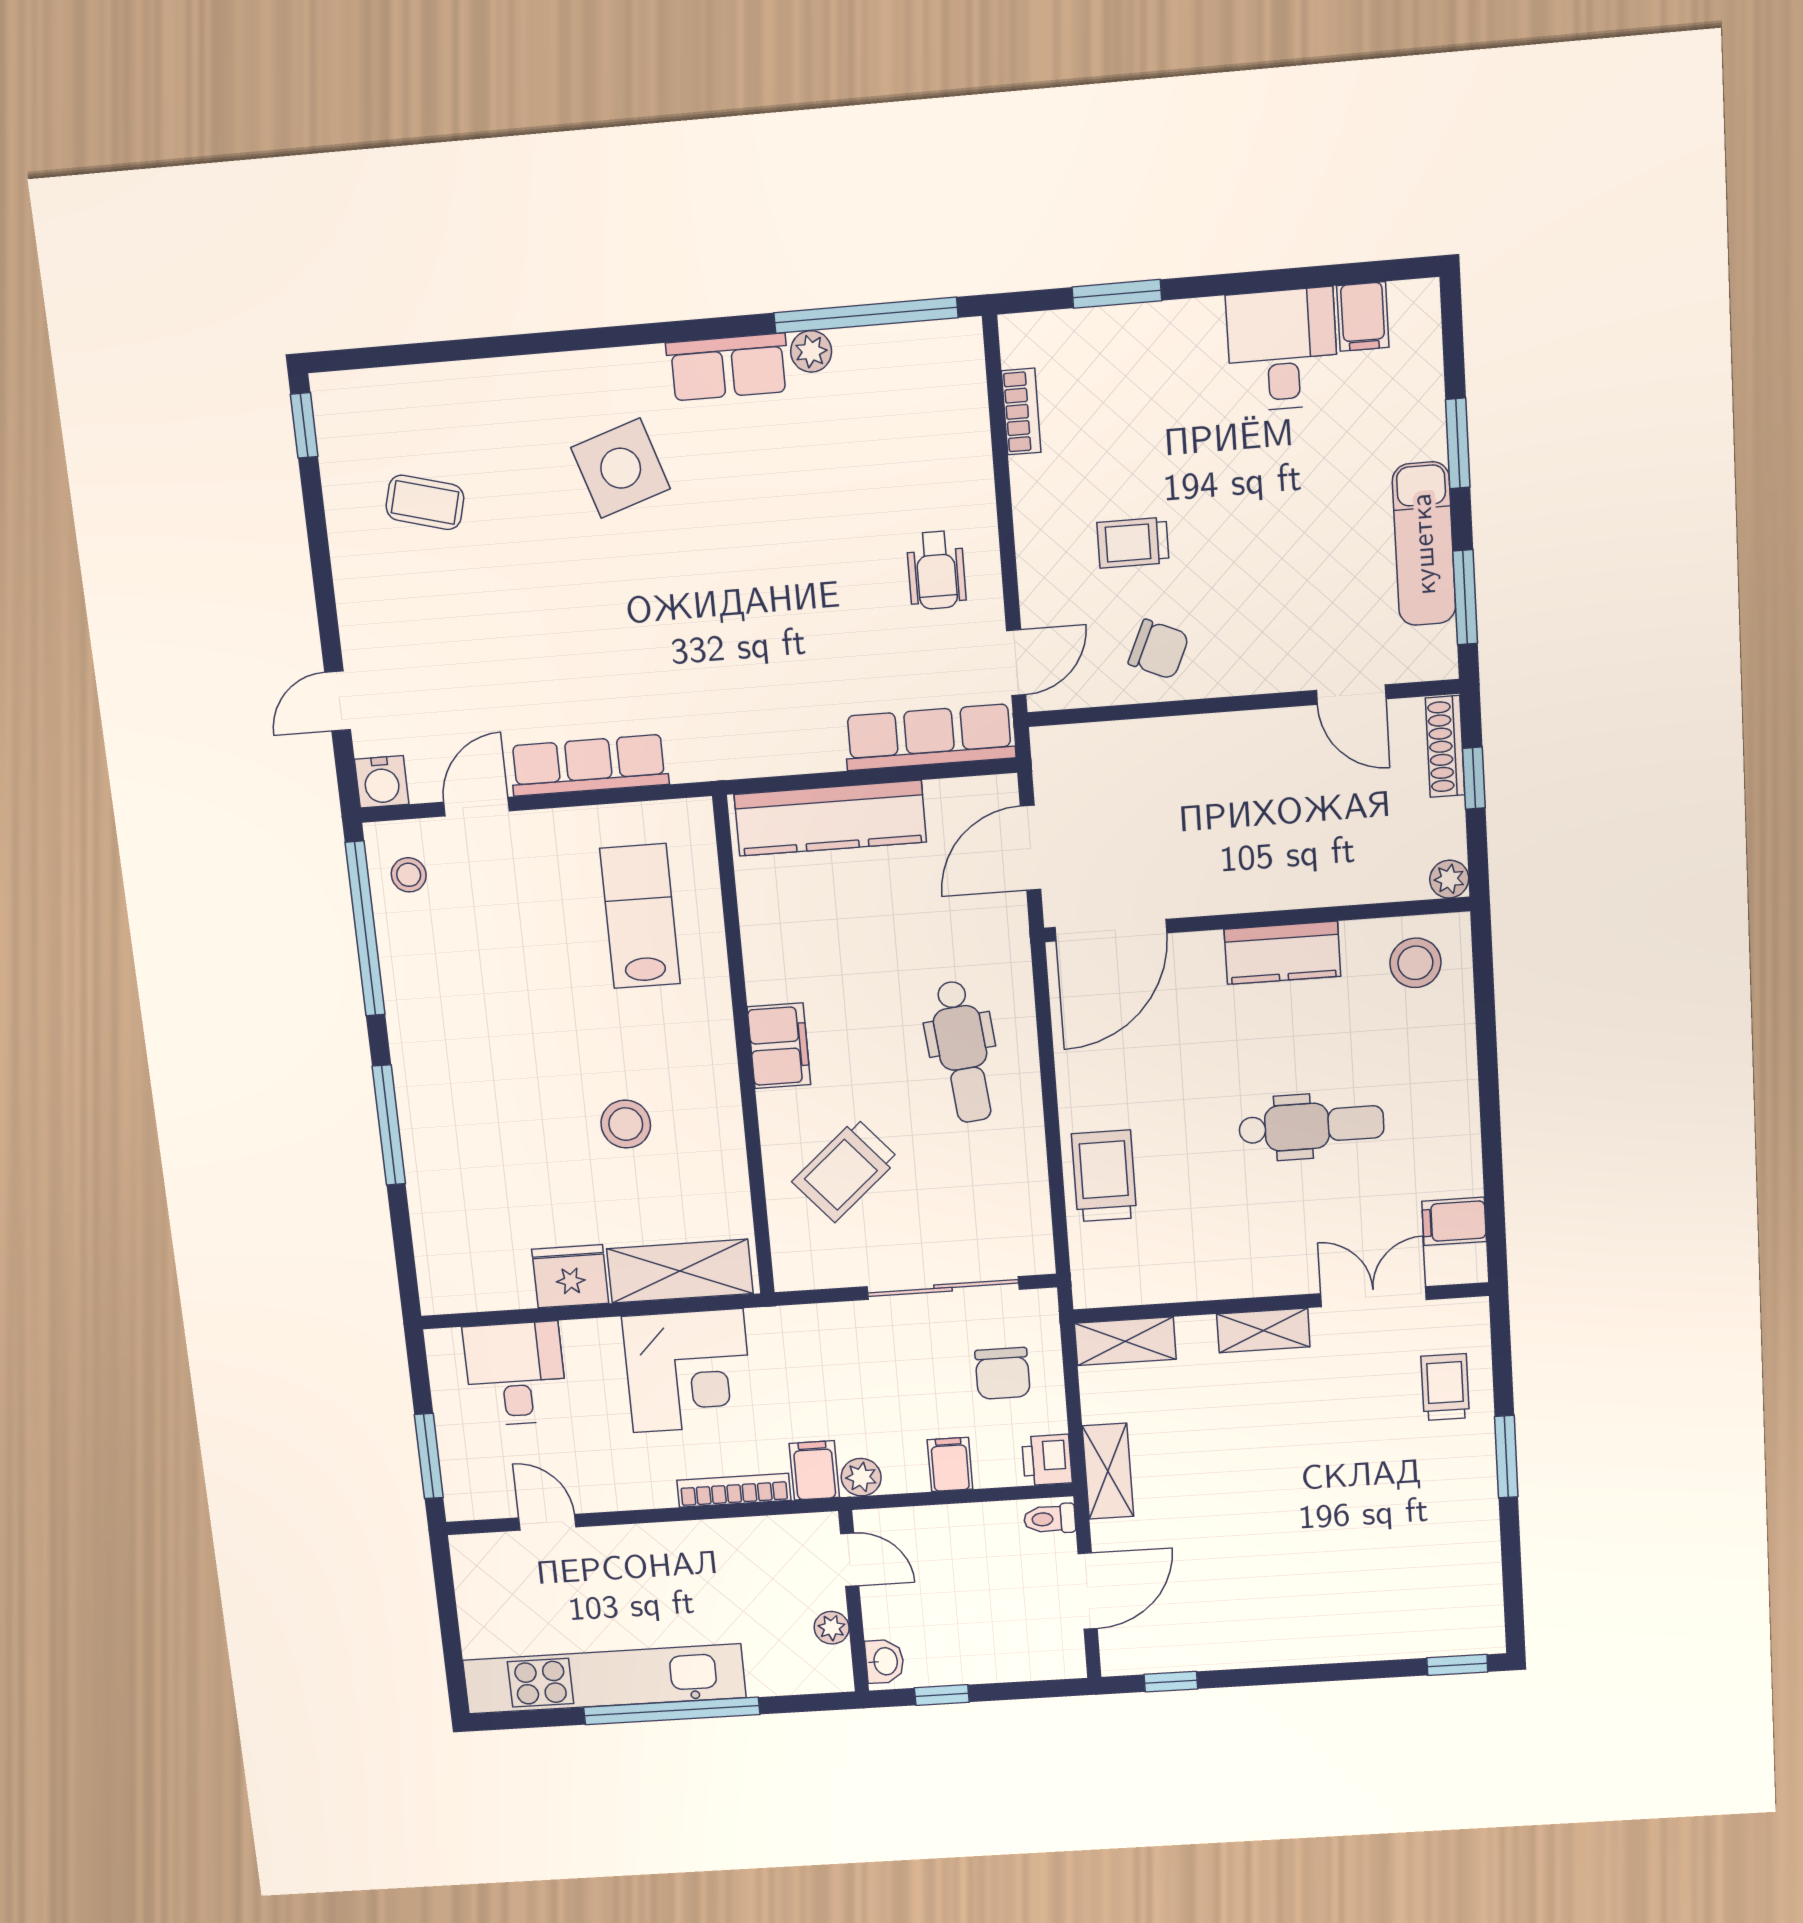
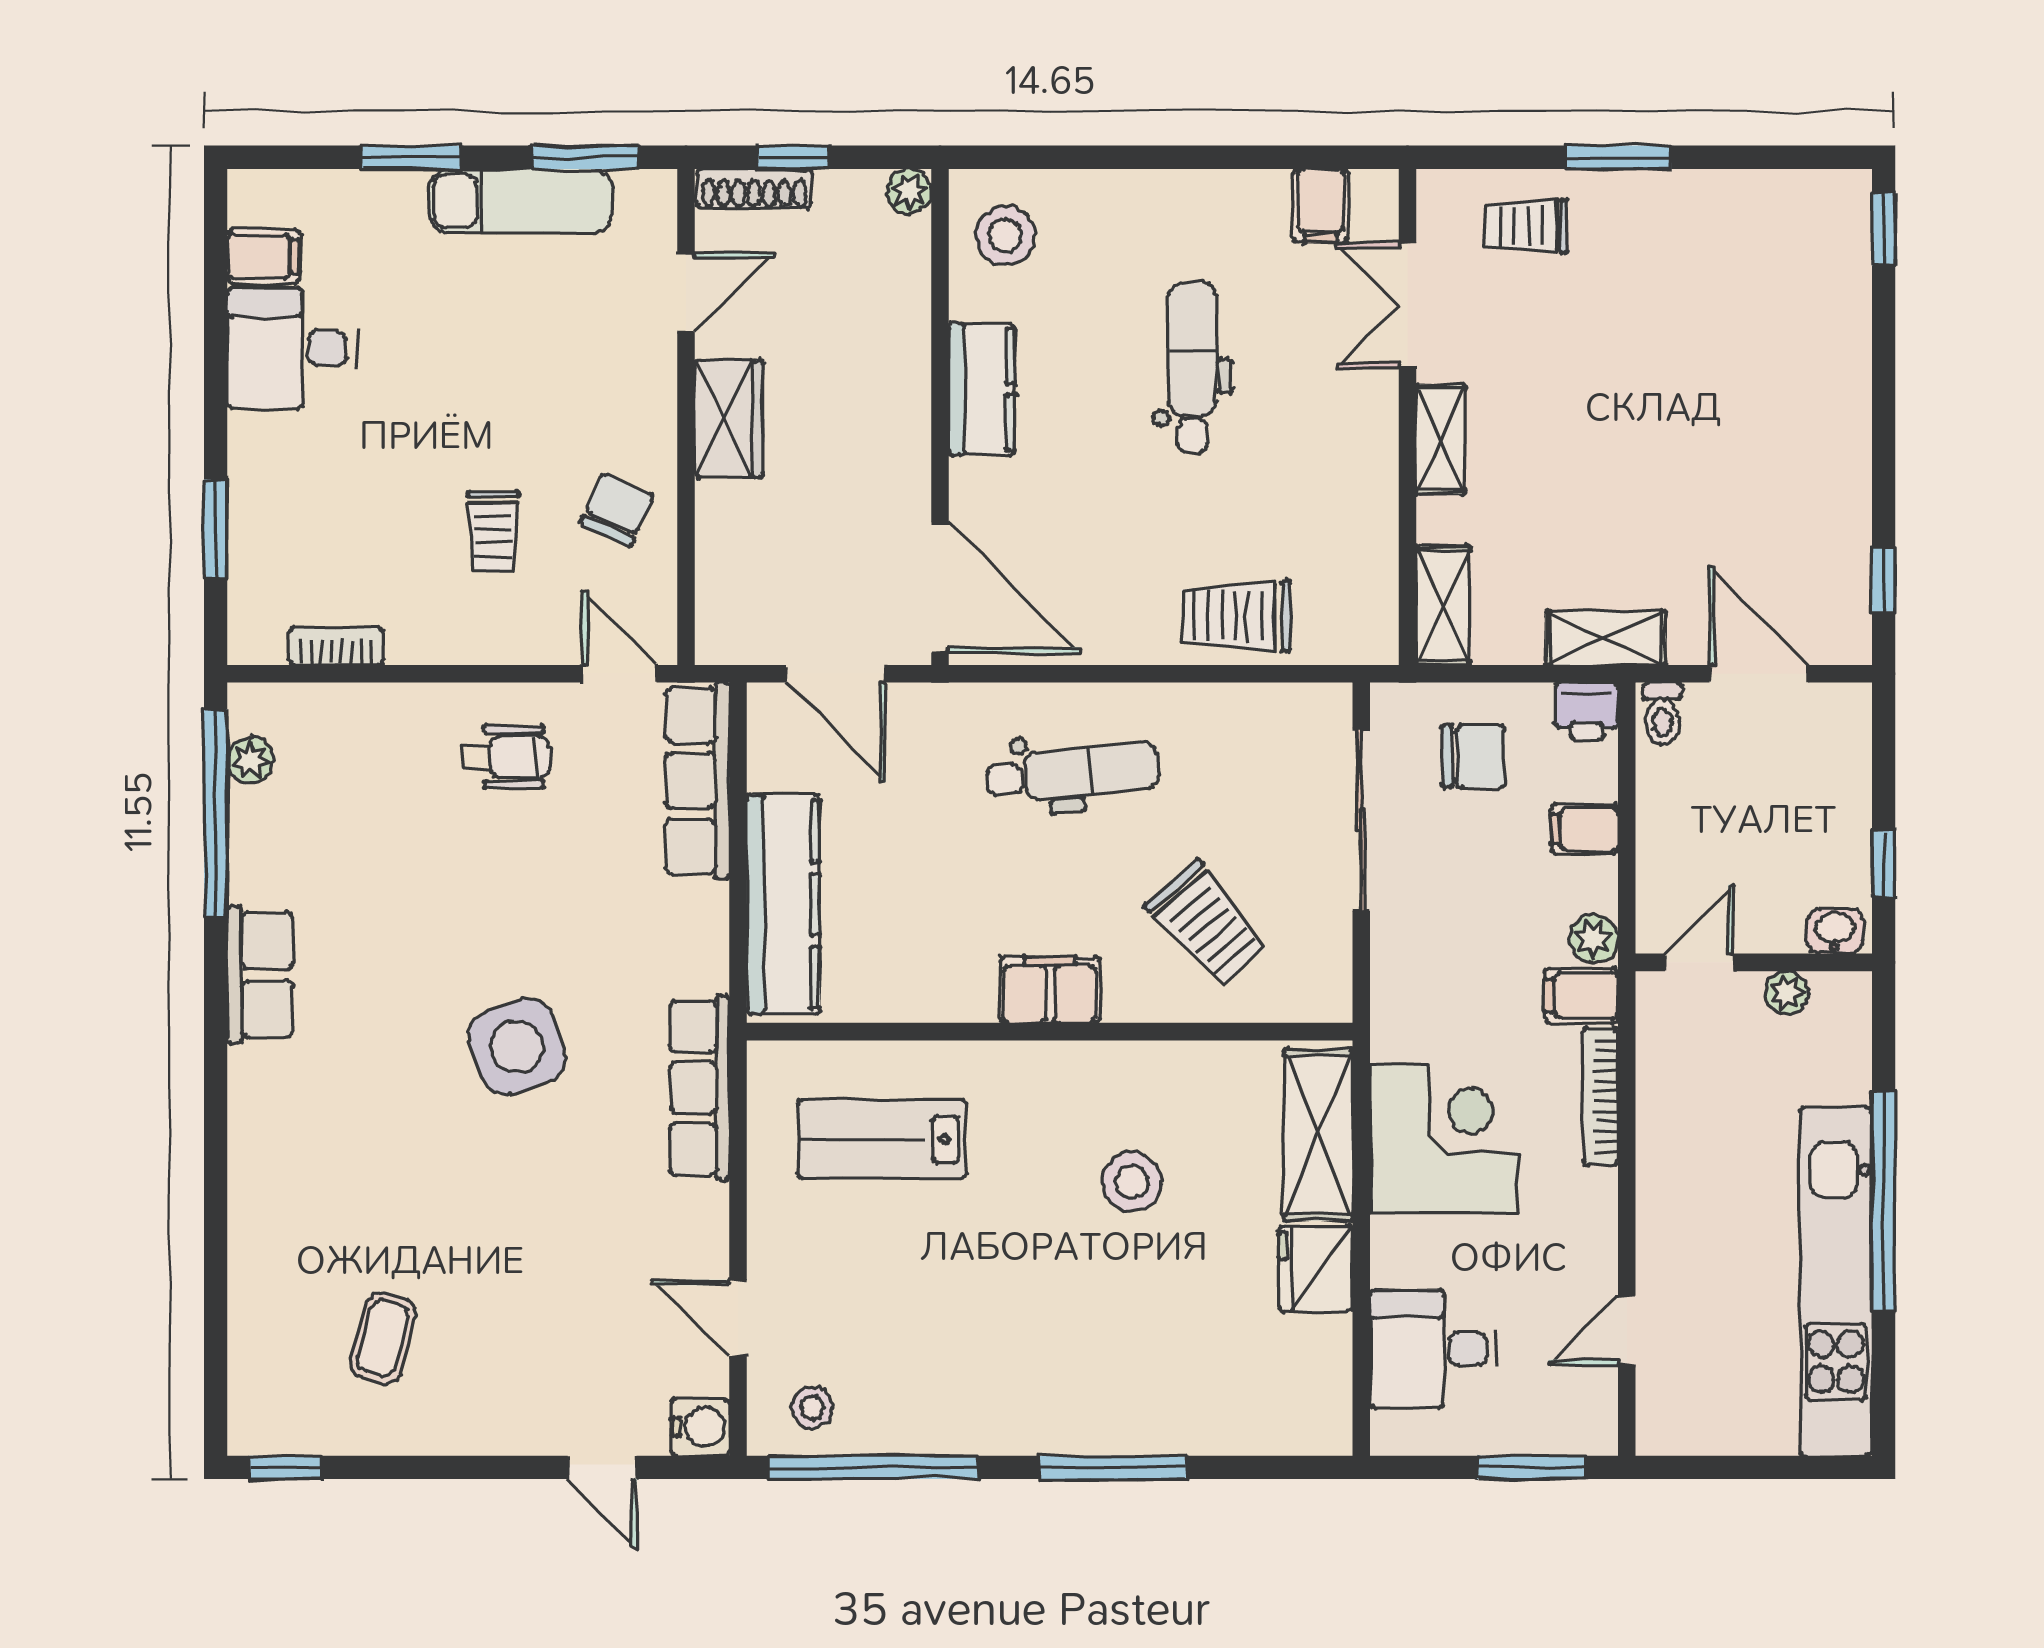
plant: (811, 351) -> (250, 760), moved
side table: (621, 468) -> (517, 1047), moved
wardrobe: (1244, 740) -> (729, 419), added
row of seats: (589, 765) -> (700, 1088), moved

